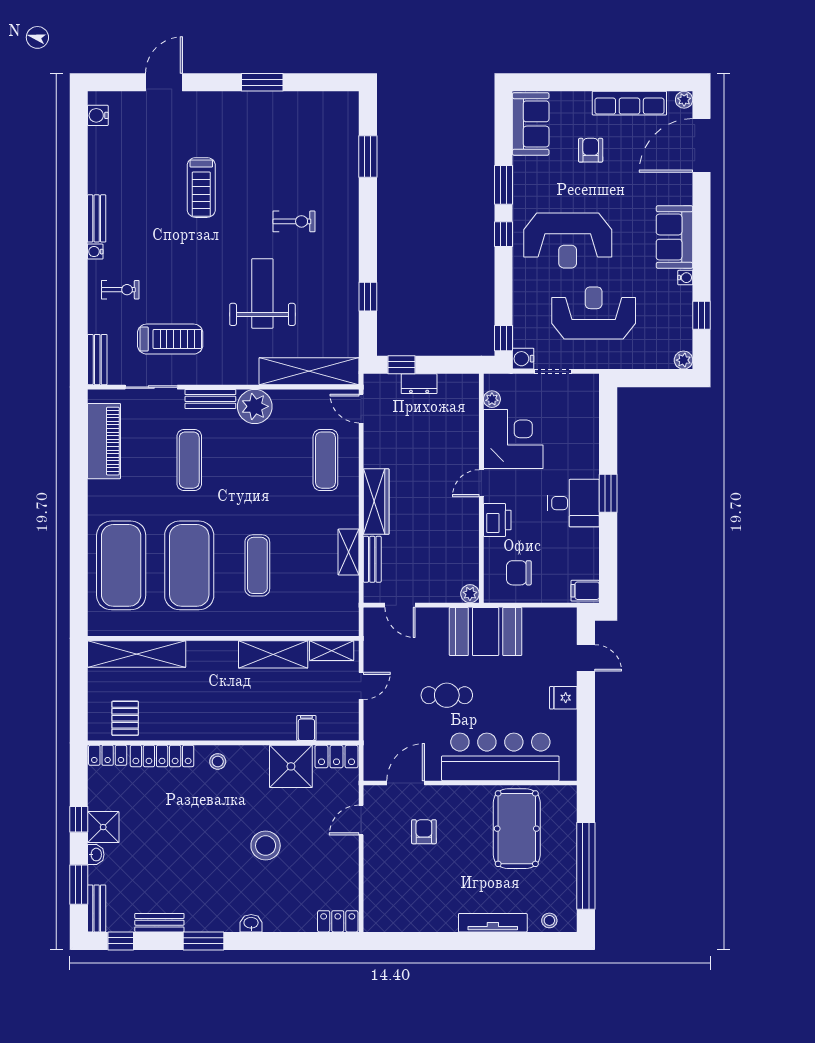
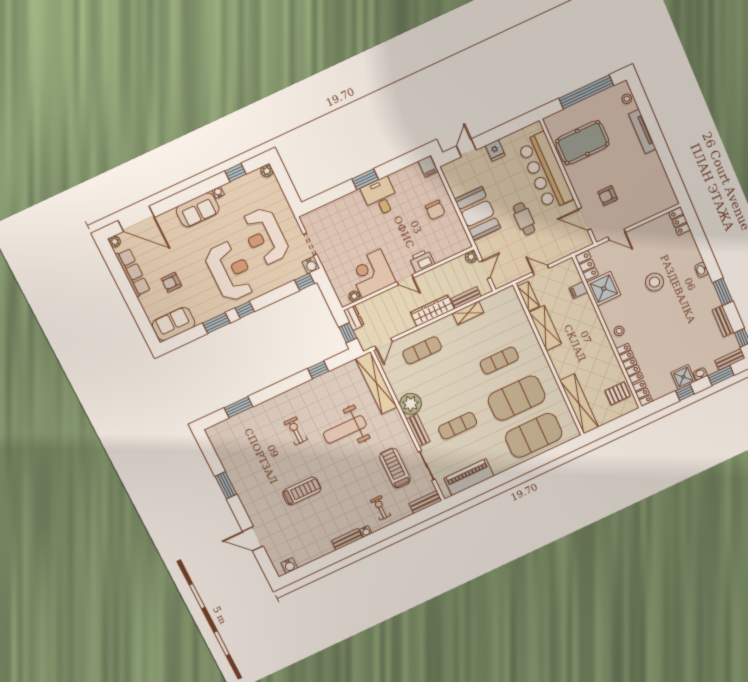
plant: (492, 399) -> (354, 296), moved
corner desk: (513, 439) -> (371, 273), moved
door: (481, 483) -> (405, 280), moved
wall: (481, 488) -> (408, 278), moved
printer: (497, 520) -> (422, 261), moved
plant: (470, 594) -> (471, 257), moved

